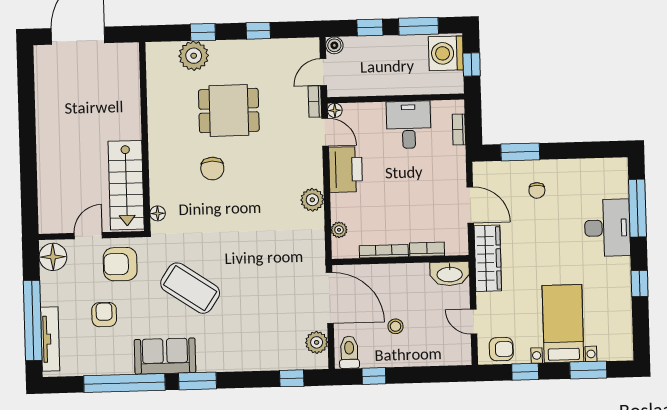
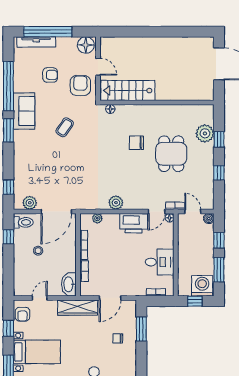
coffee table: (190, 288) -> (65, 127), width x0.54, depth x0.58

